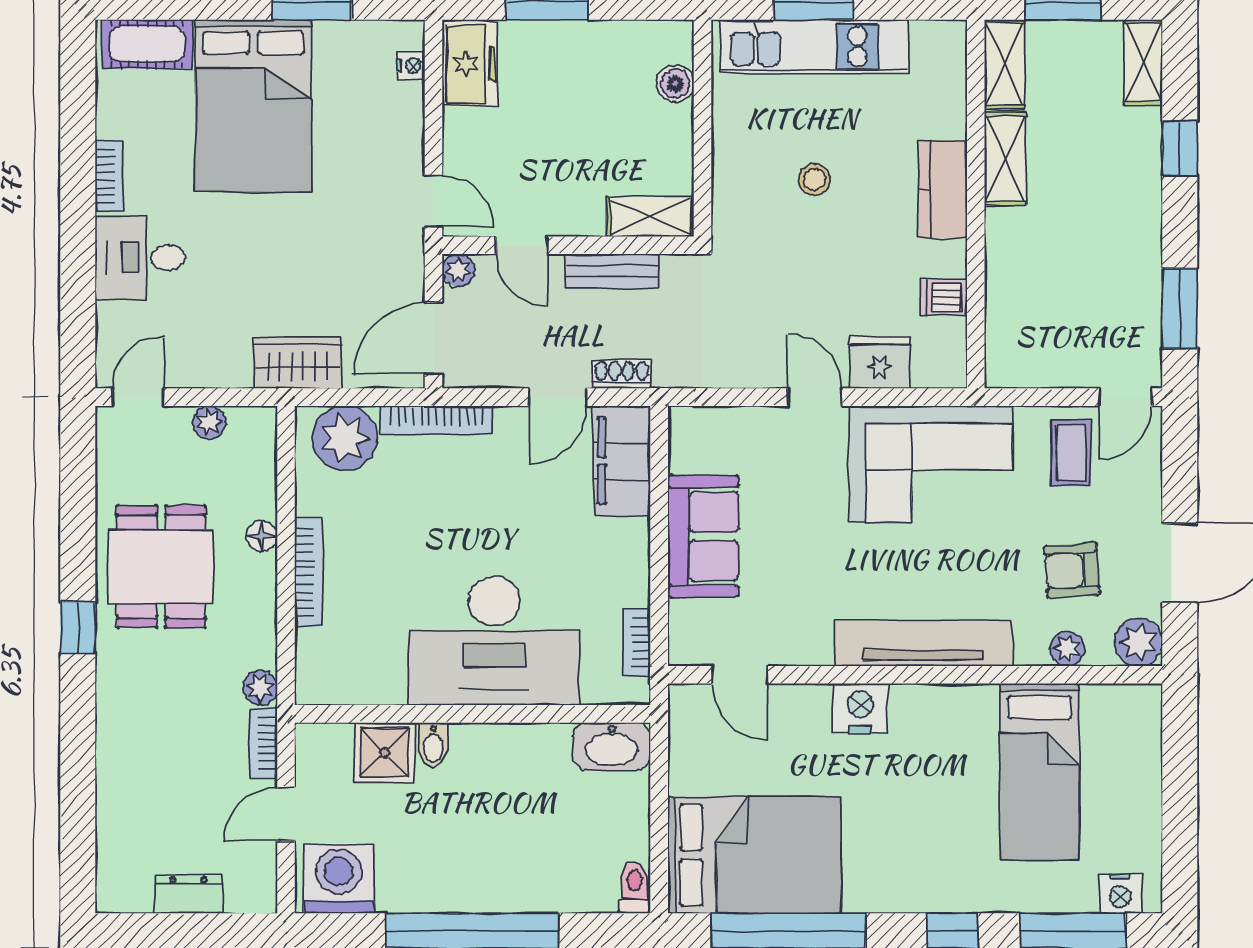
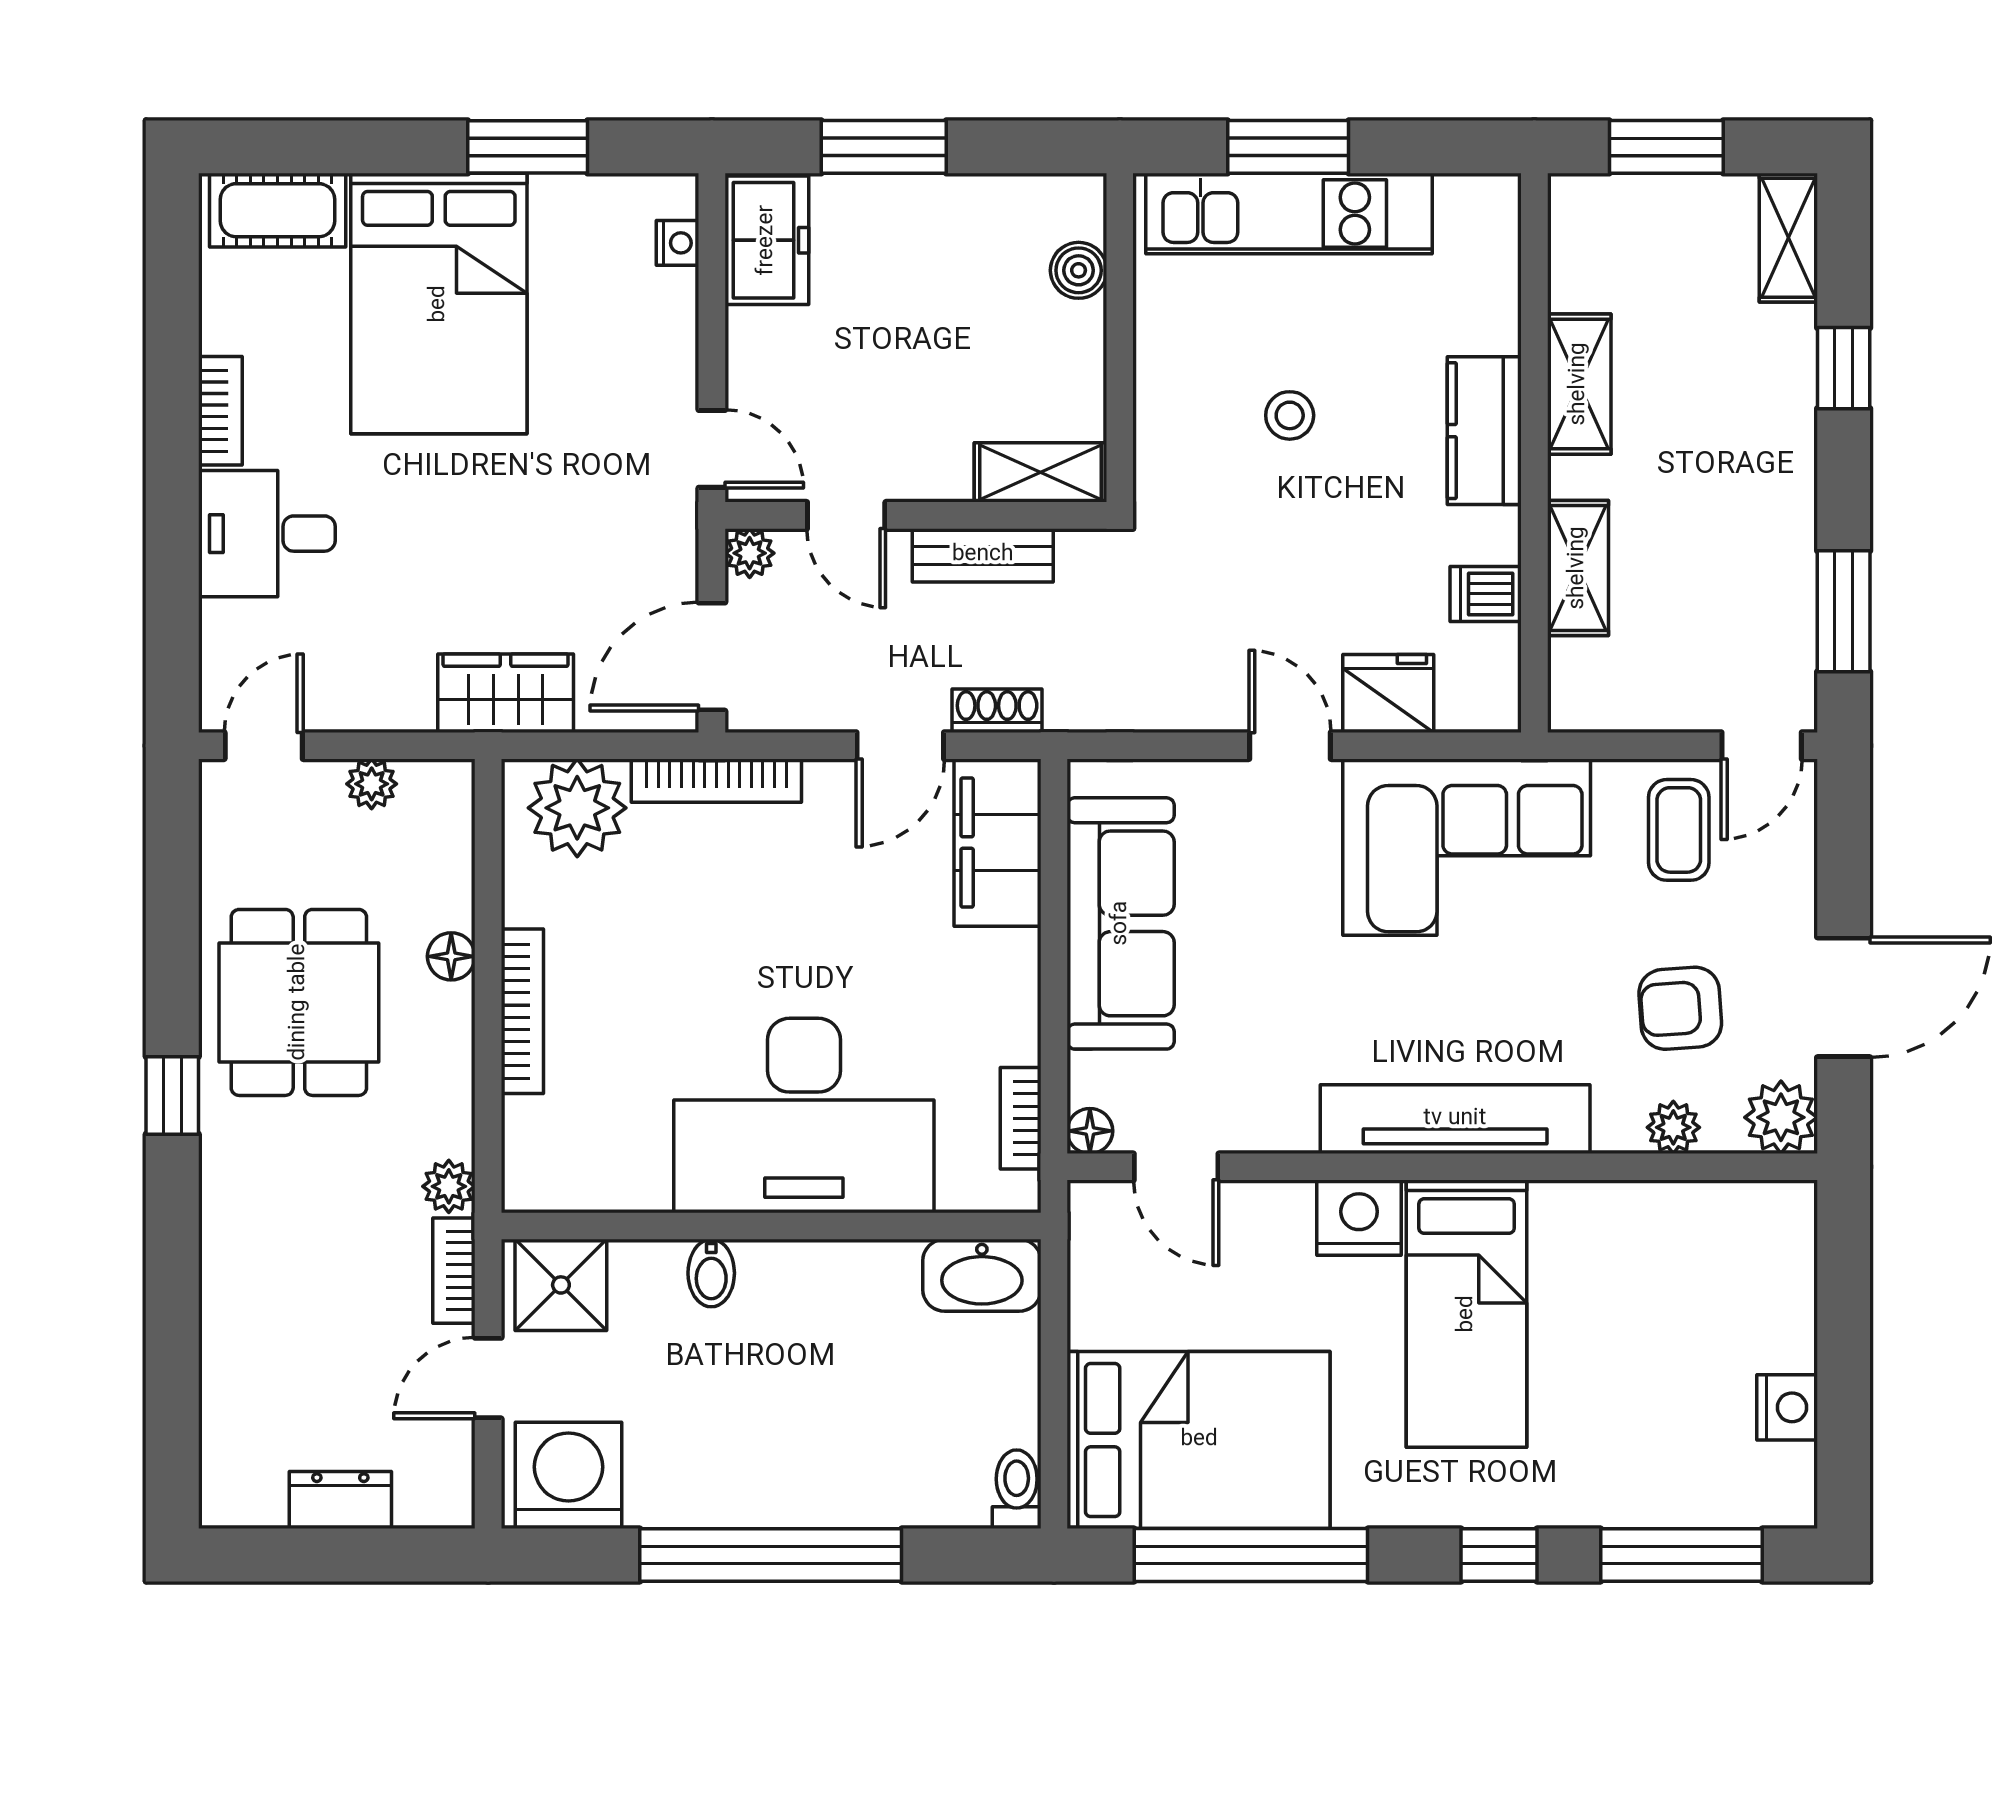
shelving: (1005, 64) -> (1578, 568), moved
sofa: (703, 536) -> (1121, 923), width x1.36
floor lamp: (683, 651) -> (1090, 1131), added
shower: (384, 753) -> (561, 1285), moved
bed: (1039, 772) -> (1467, 1314), moved
nightstand: (1120, 894) -> (1787, 1407), moved, turned -90

